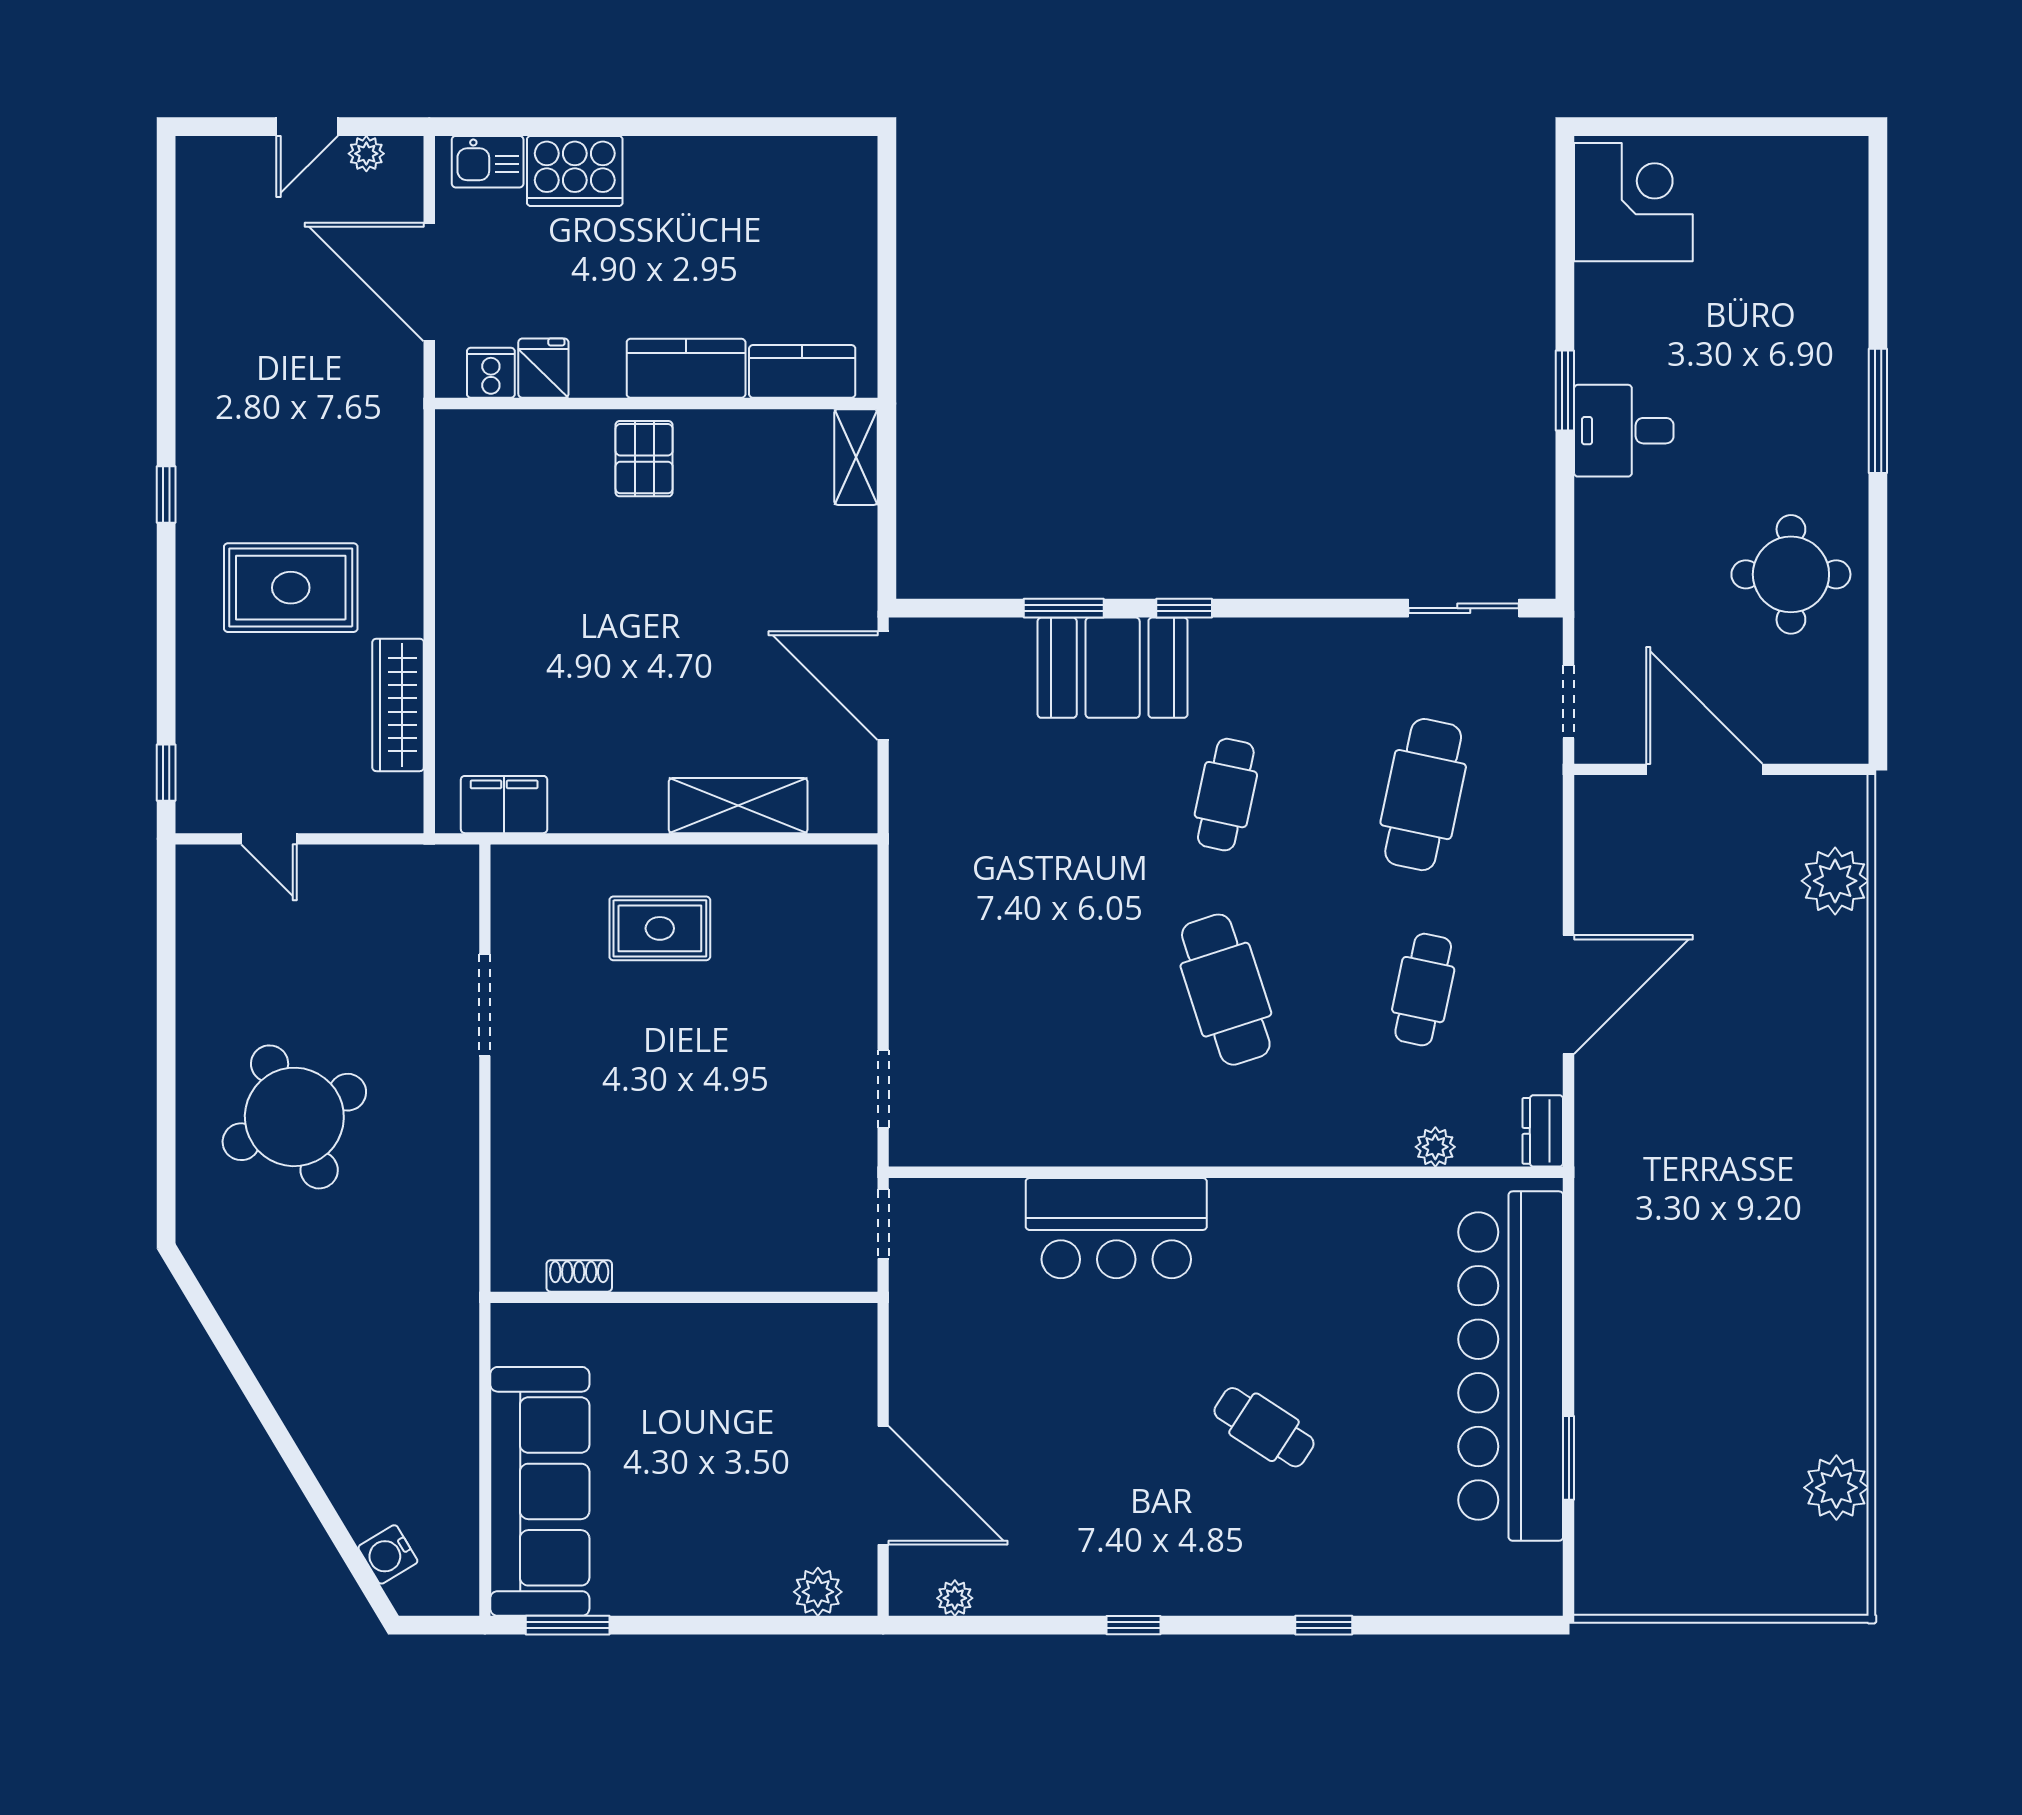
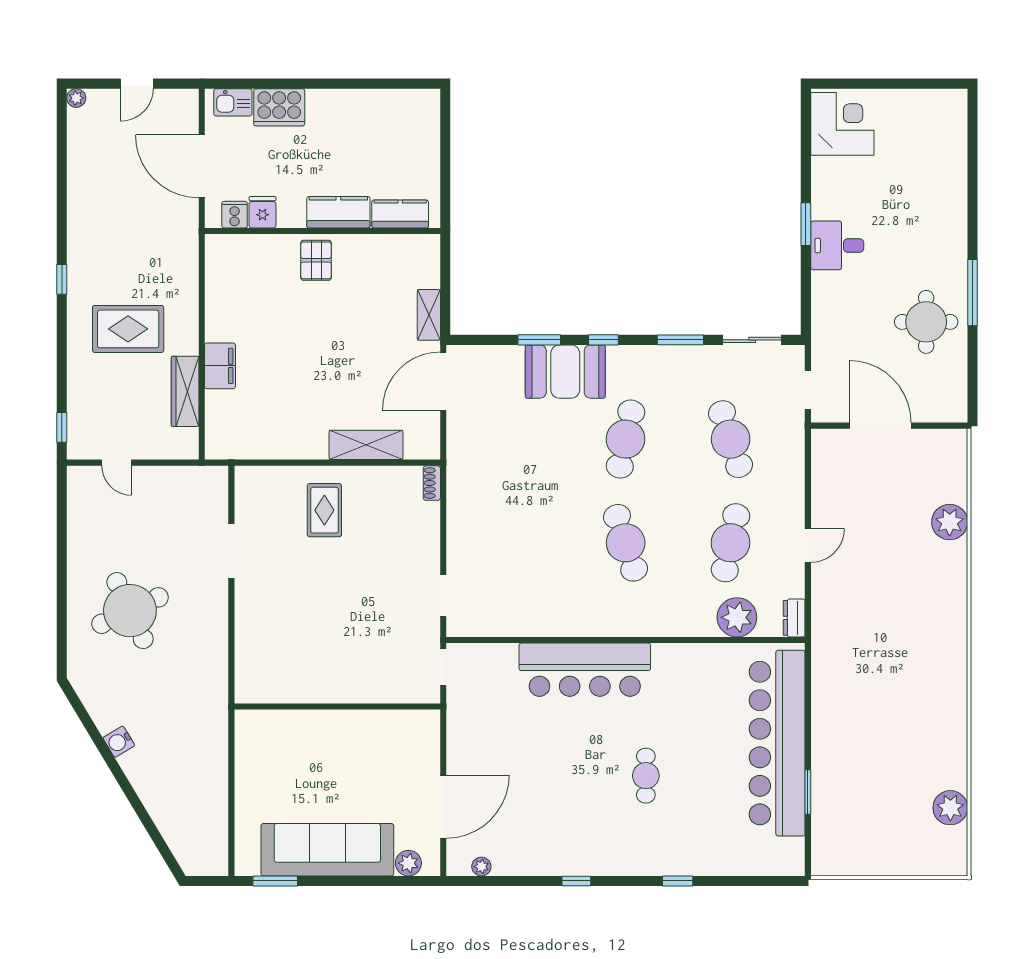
plant: (366, 154) -> (76, 98), moved
window: (1878, 411) -> (972, 293), moved
shelving: (856, 457) -> (429, 315), moved
window: (1329, 608) -> (680, 340), added
door: (883, 686) -> (443, 381), hinge flipped
cafe table: (1226, 795) -> (626, 439), width x1.37, depth x1.35
cafe table: (1423, 795) -> (731, 439), turned -30
filing cabinet: (504, 805) -> (220, 366), moved, turned 90
plant: (1835, 881) -> (950, 522), moved
rug: (660, 928) -> (324, 510), turned 90
cafe table: (1423, 990) -> (731, 543), width x1.37, depth x1.35
door: (1569, 994) -> (808, 545), width x0.53
plant: (1435, 1147) -> (737, 617), width x1.87, depth x1.87
bar counter: (1116, 1228) -> (585, 670), width x1.36
shoe rack: (579, 1276) -> (432, 483), moved, turned -90
cafe table: (1264, 1427) -> (646, 776), turned 57
door: (883, 1485) -> (443, 807), hinge flipped
sofa: (540, 1491) -> (327, 850), moved, turned -90
water cooler: (388, 1554) -> (119, 742), moved

